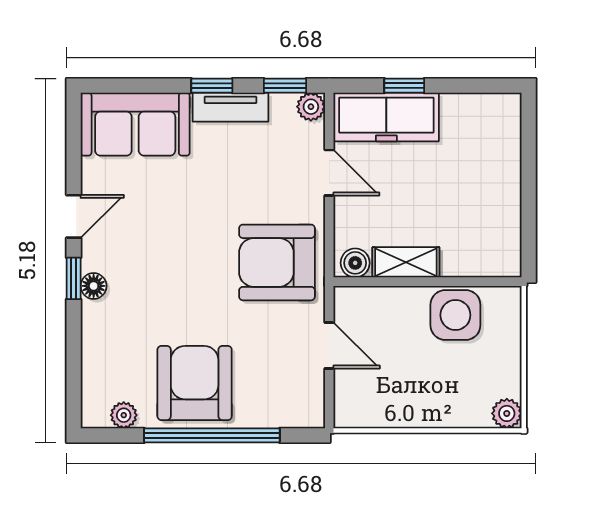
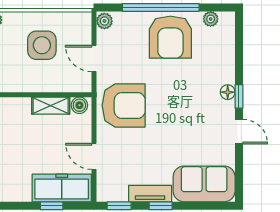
plant: (311, 107) -> (104, 21), moved
door: (74, 216) -> (239, 132), swing flipped
side table: (455, 315) -> (42, 45), moved

